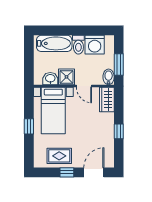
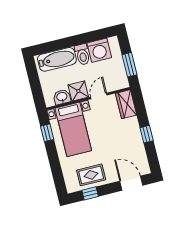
bidet: (109, 77) -> (122, 80), removed
door: (84, 86) -> (99, 96), swing flipped
window: (29, 126) -> (47, 133), moved
window: (67, 172) -> (90, 193), moved
door: (94, 172) -> (131, 183), hinge flipped

